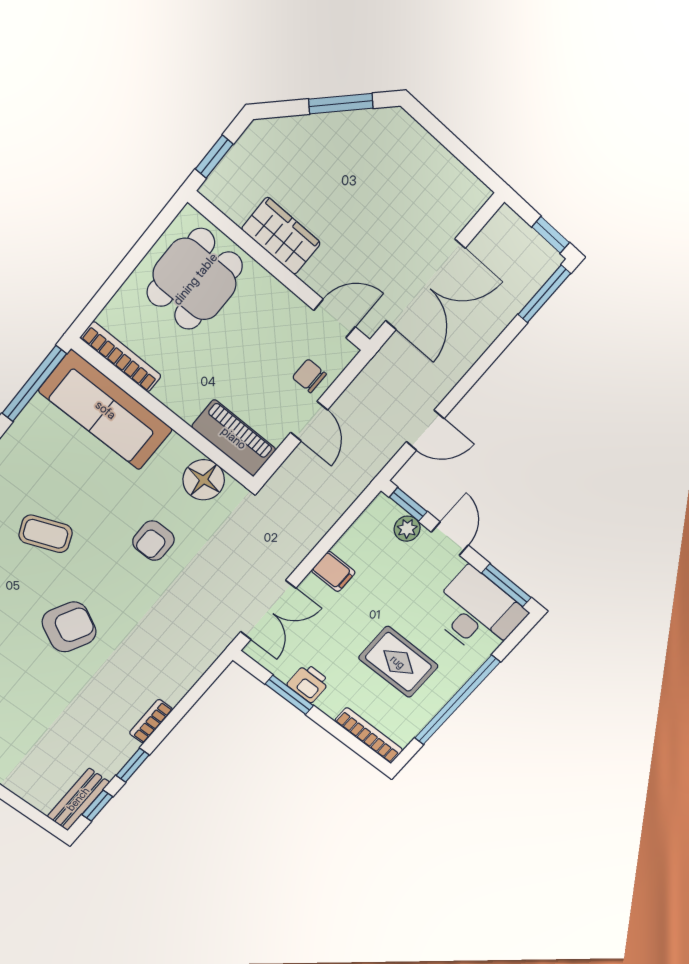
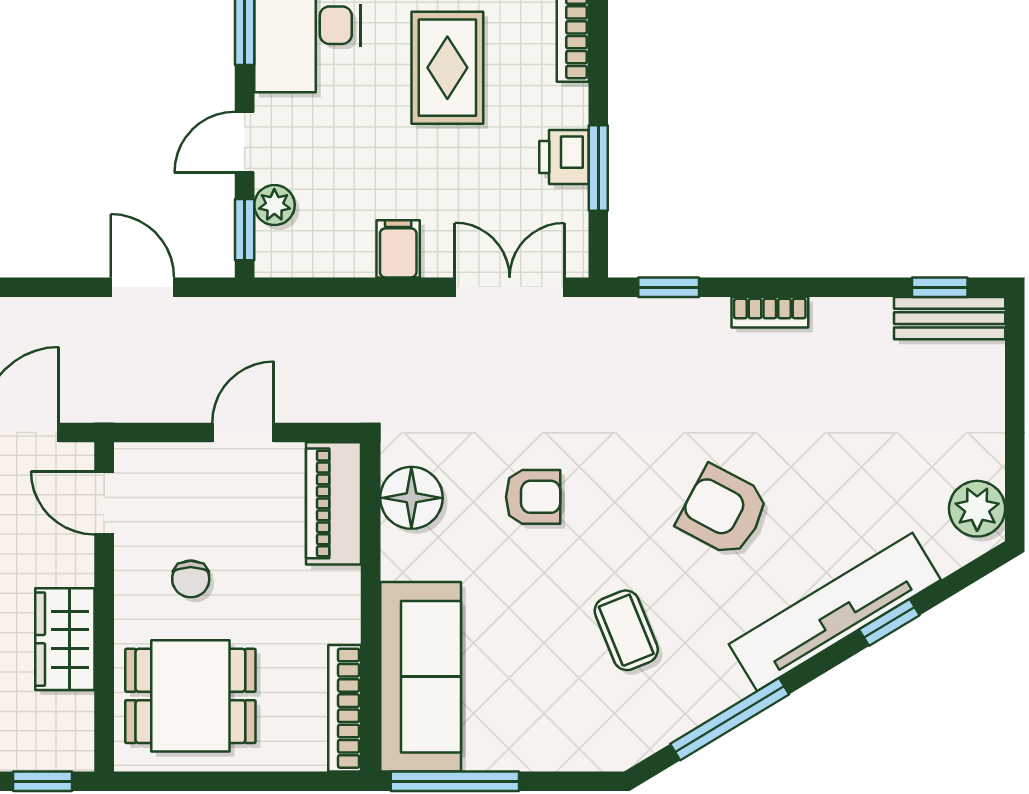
chair: (309, 376) -> (191, 579), moved
window: (133, 765) -> (669, 287), moved

